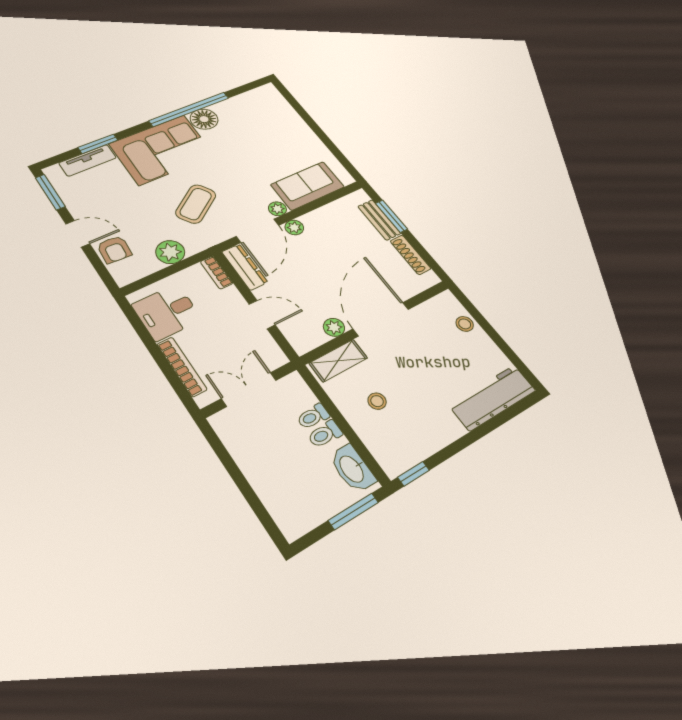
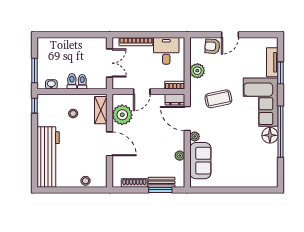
window: (50, 192) -> (261, 35), removed
coffee table: (196, 204) -> (218, 99), turned -68
plant: (294, 227) -> (180, 156), moved
dresser: (245, 267) -> (175, 100), width x0.70
door: (381, 319) -> (110, 144), width x0.73
plant: (334, 327) -> (122, 115), width x1.87, depth x1.87
workbench: (492, 398) -> (48, 157), width x1.36, depth x1.32
washbasin: (352, 469) -> (51, 84), width x0.52, depth x0.69

